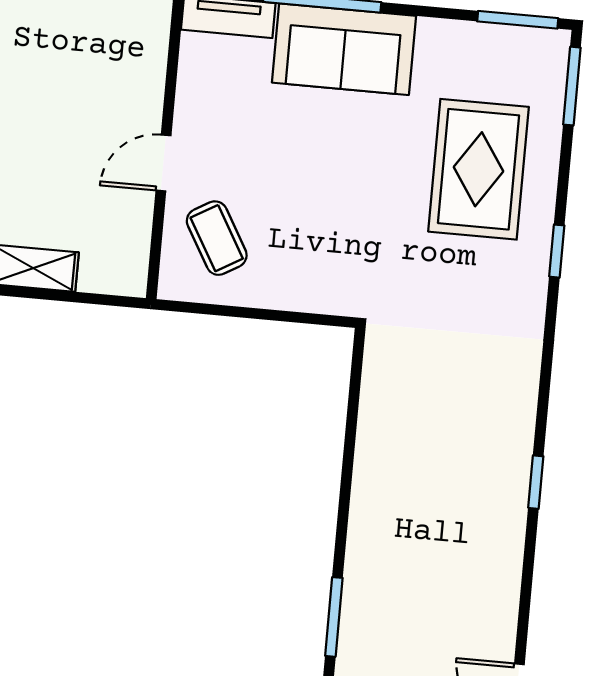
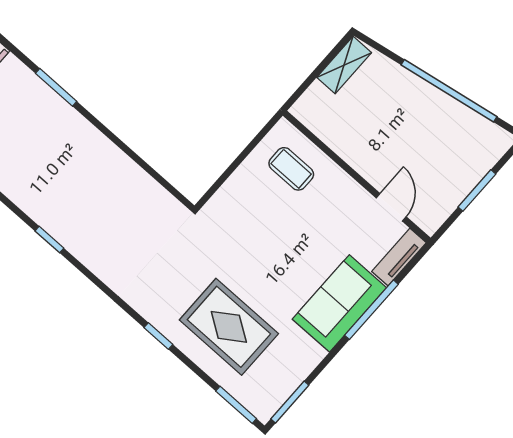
door: (164, 163) -> (391, 207), moved
coffee table: (217, 238) -> (291, 169), turned 30

